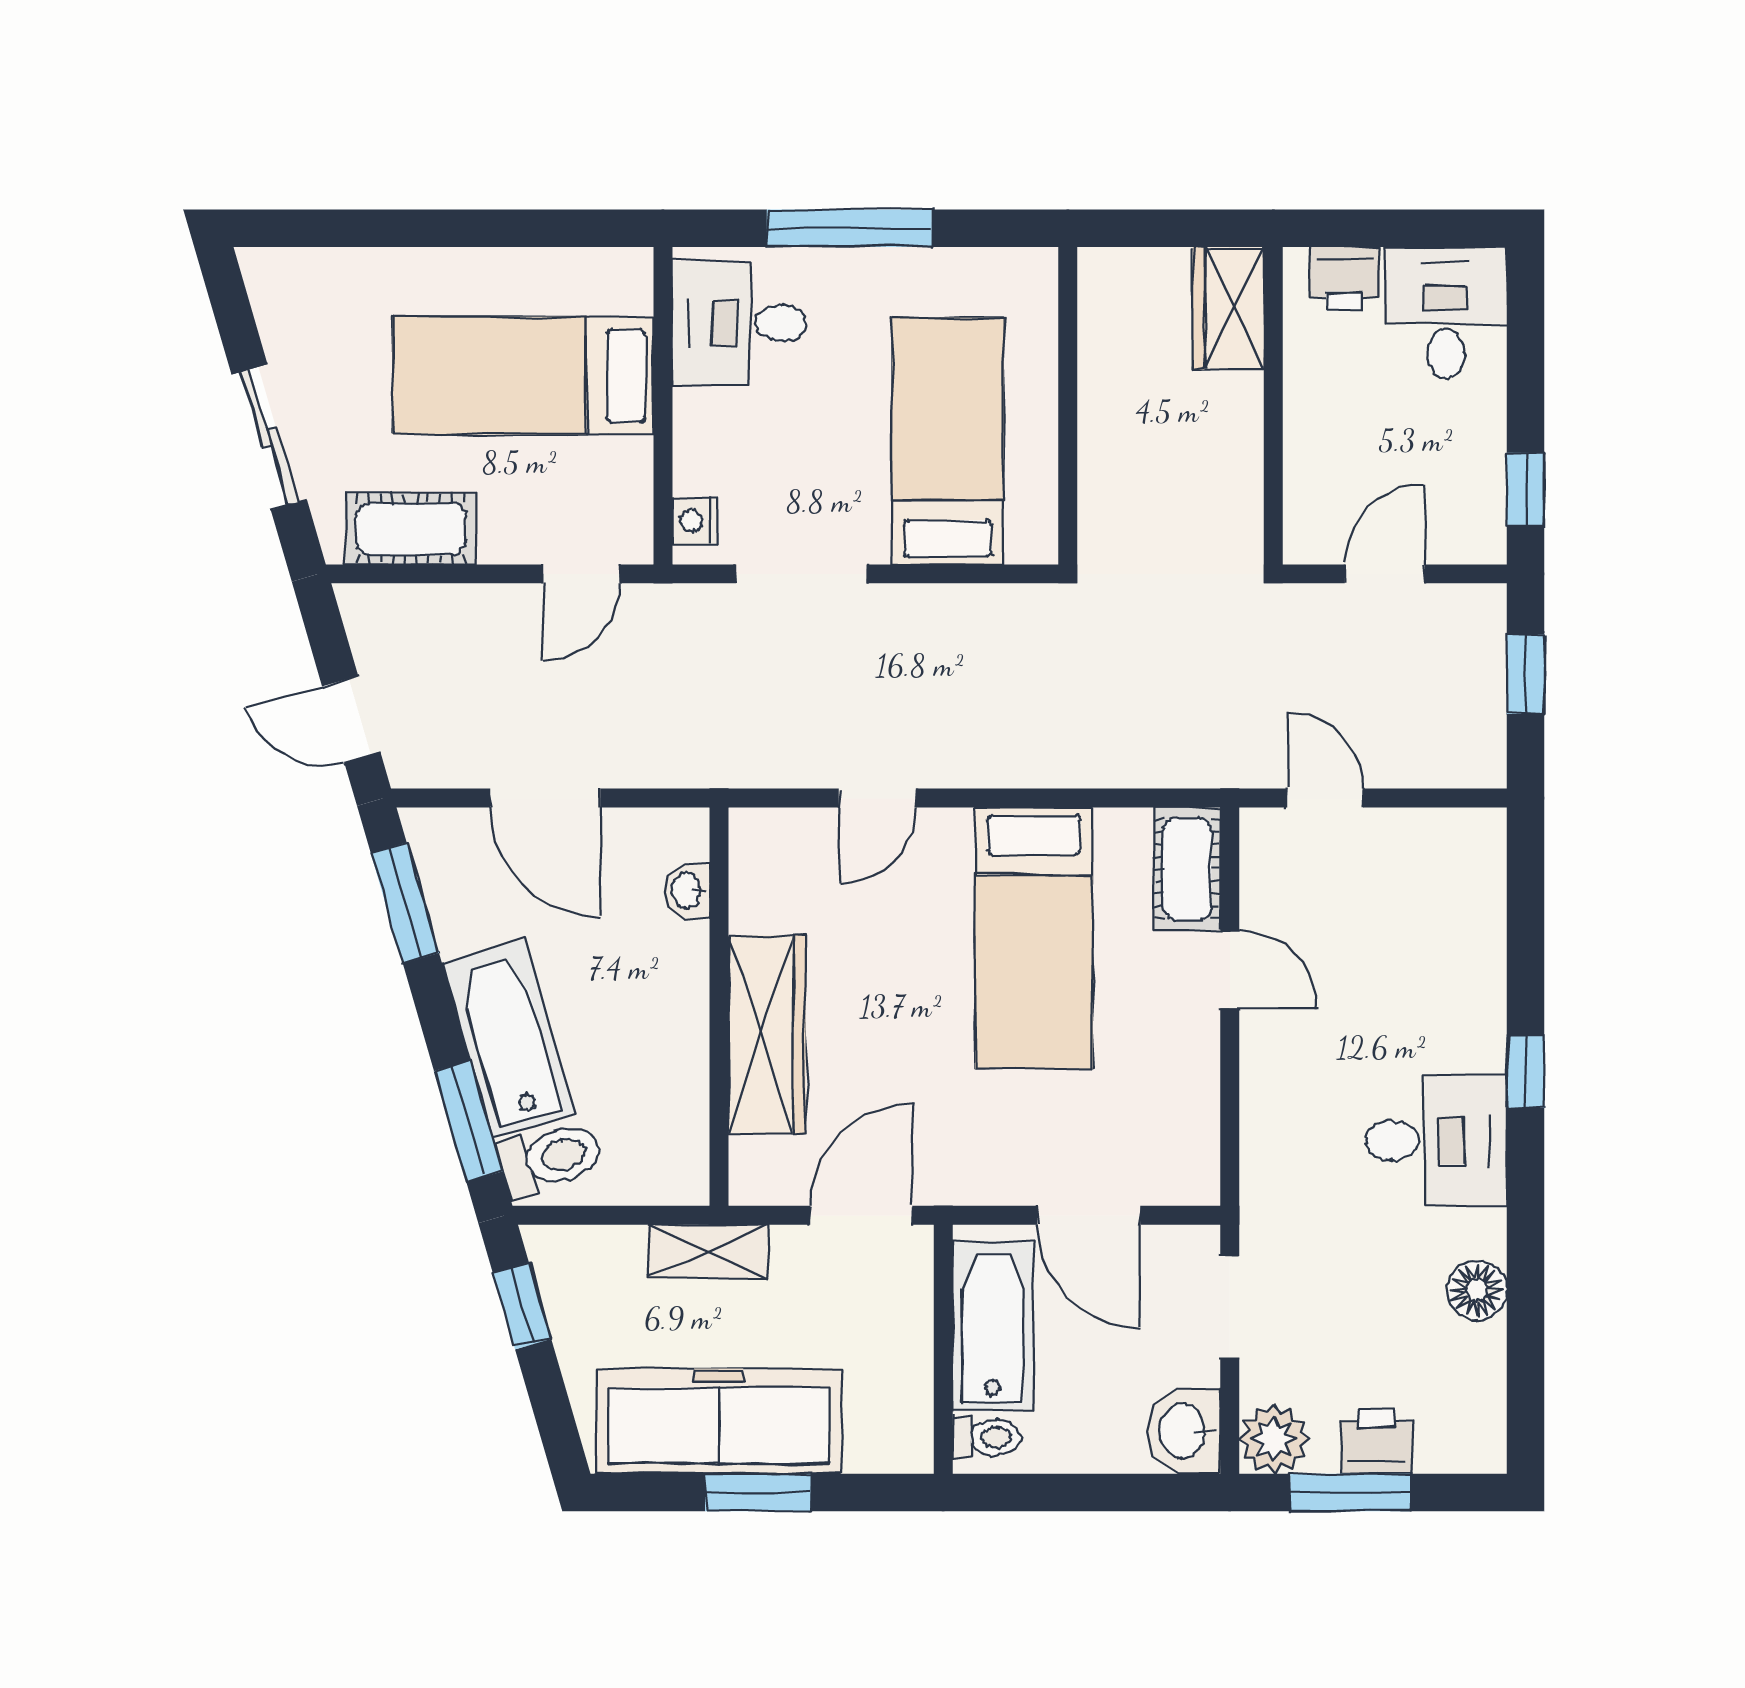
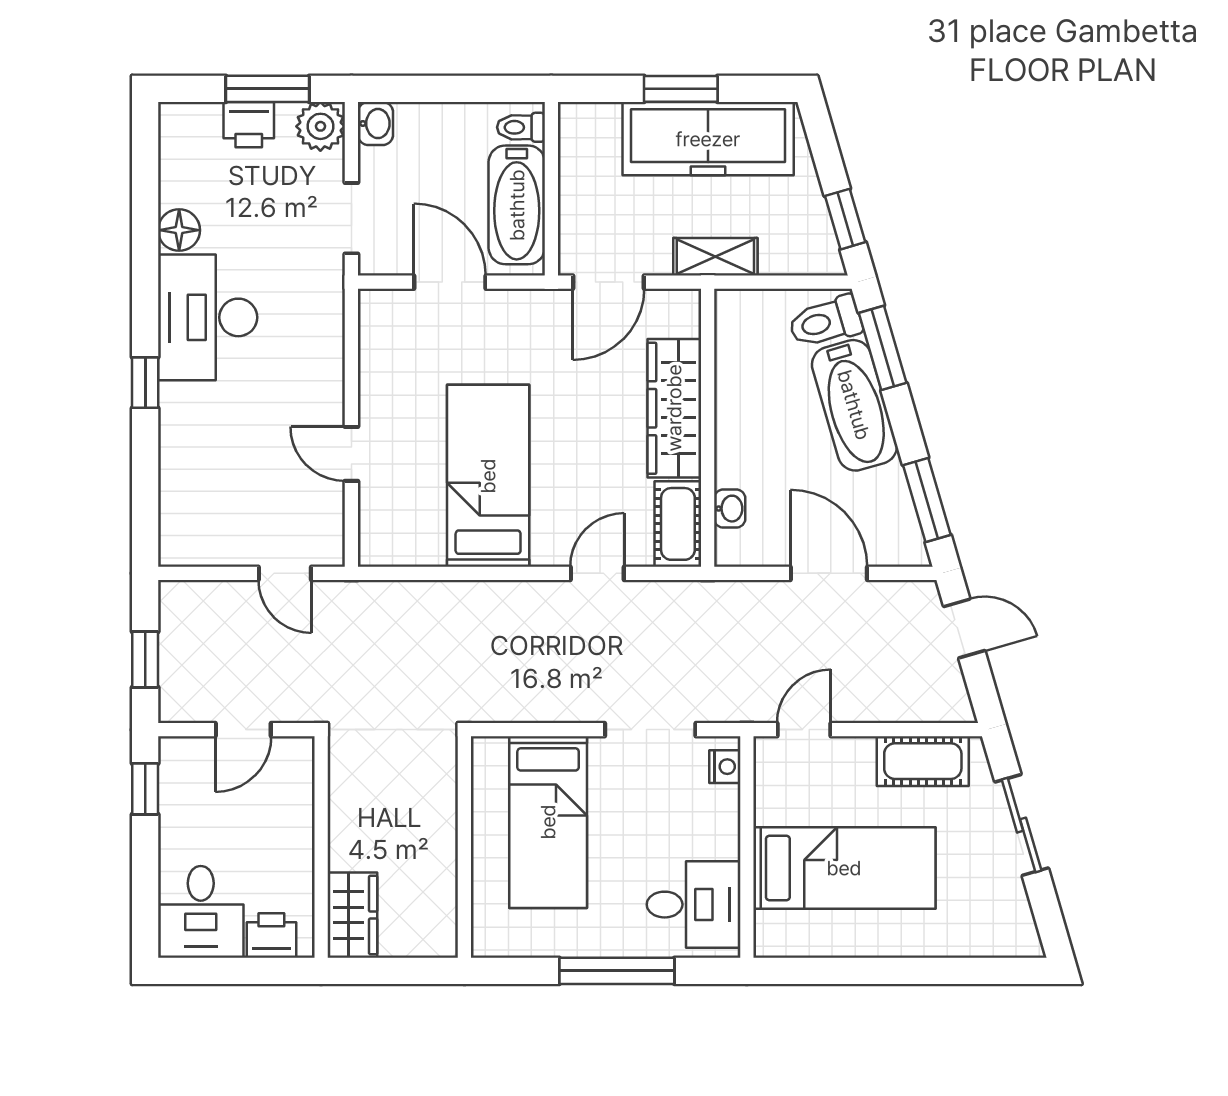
cot: (1187, 869) -> (678, 524), moved
desk: (1436, 1140) -> (208, 317), width x1.37
washbasin: (1184, 1431) -> (375, 124), width x0.72, depth x0.69

